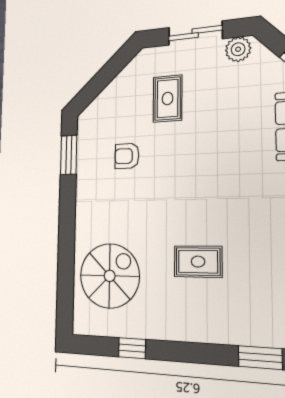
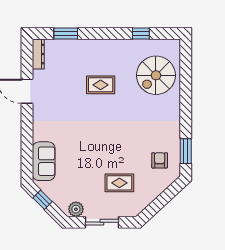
rug: (168, 99) -> (119, 183), turned 90
armchair: (127, 156) -> (160, 160), moved, turned -90

